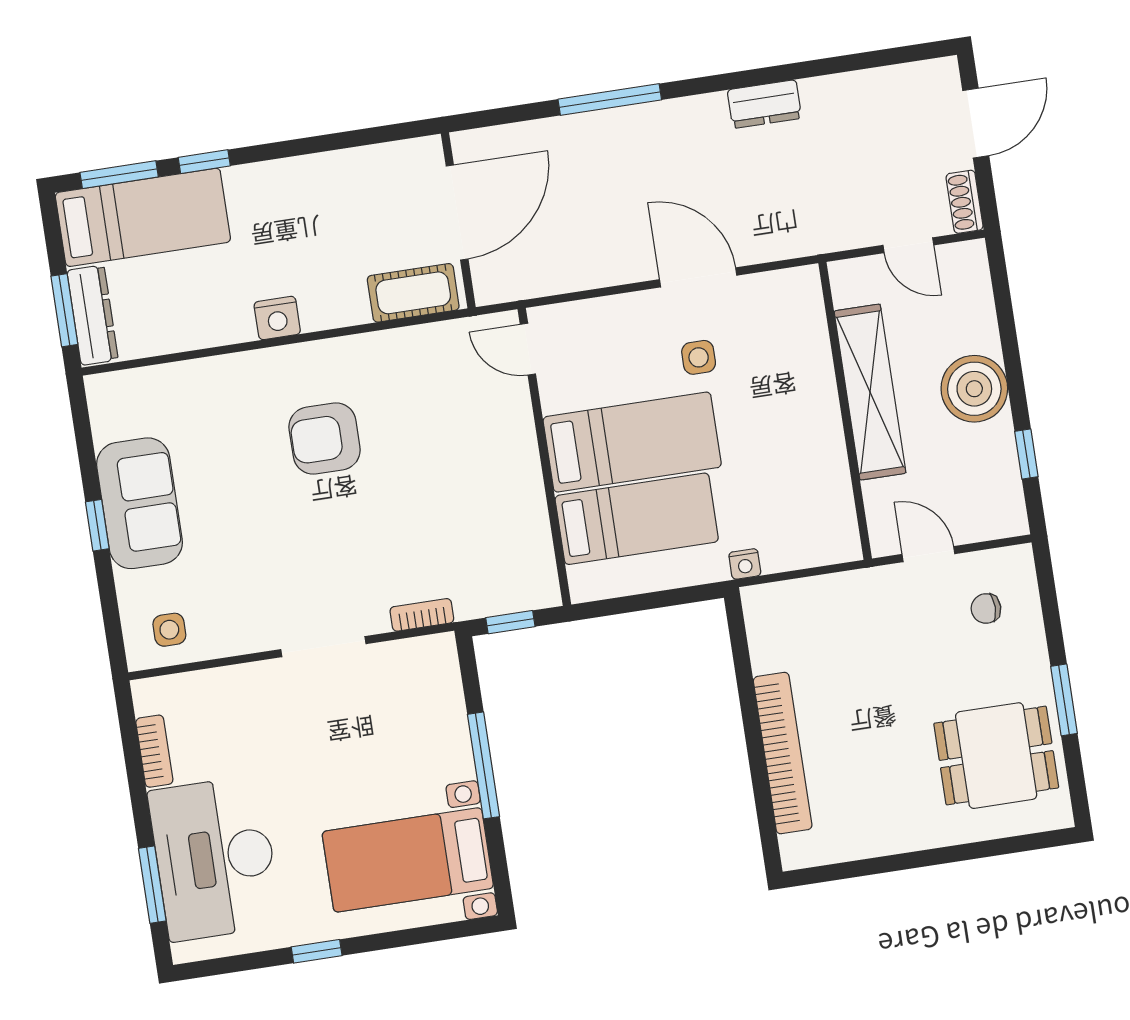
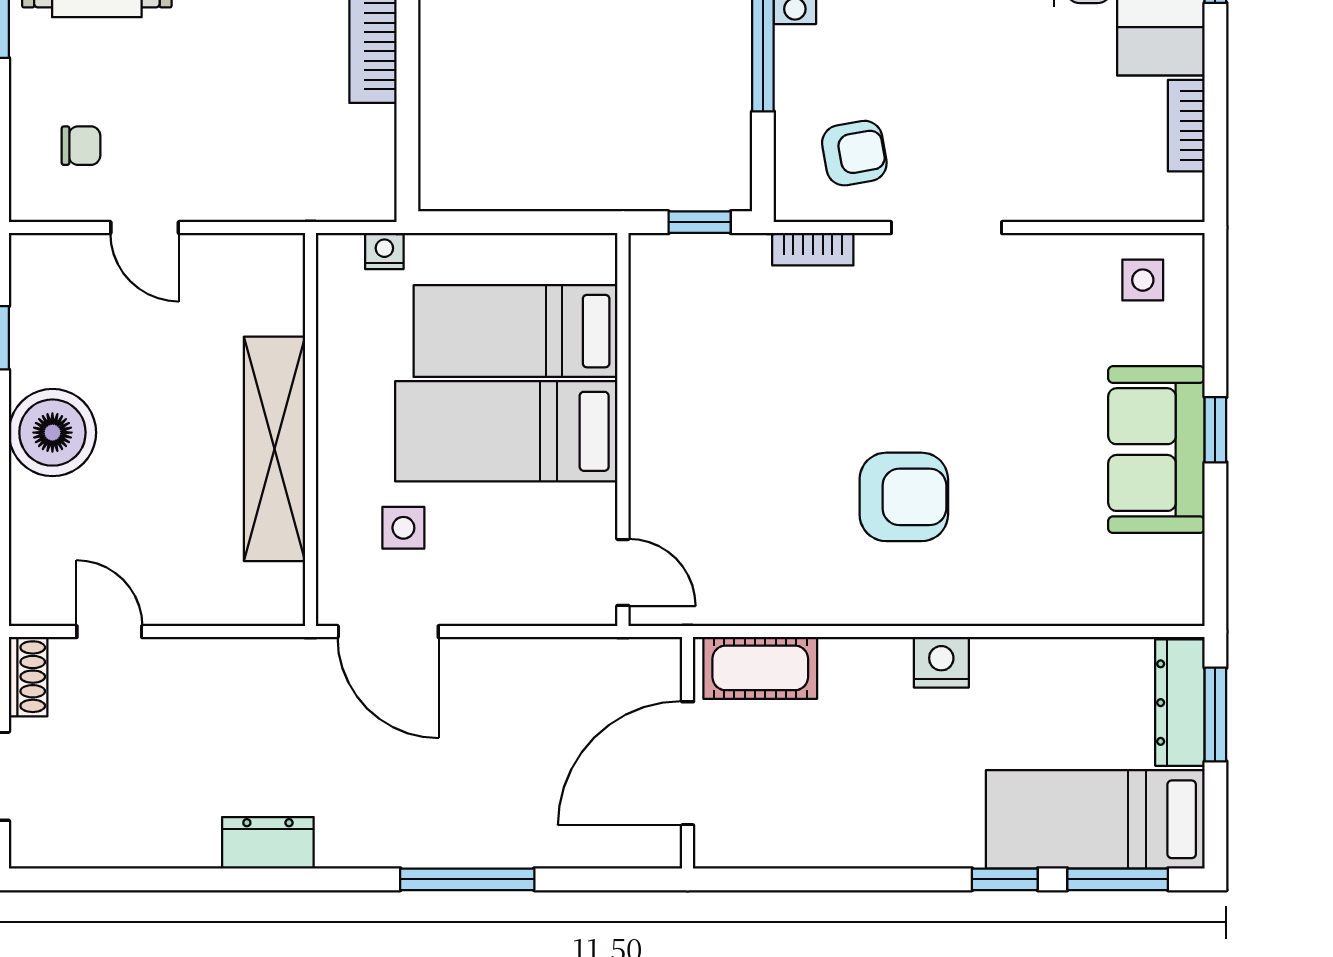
shelving: (870, 392) -> (274, 449), moved
wall: (845, 411) -> (310, 430), moved
armchair: (402, 692) -> (854, 153), added

